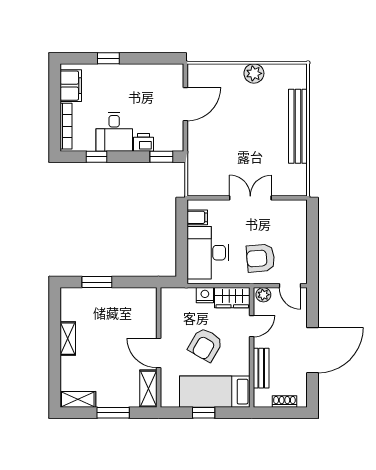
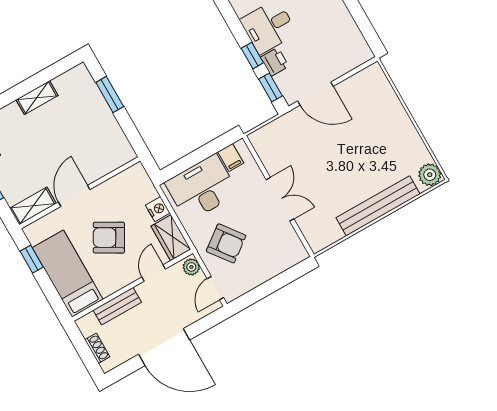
plant: (254, 73) -> (430, 175), moved
door: (185, 104) -> (315, 94), moved
window: (96, 157) -> (252, 56), moved
armchair: (261, 258) -> (226, 243), turned 148
door: (252, 326) -> (154, 273), swing flipped
window: (204, 413) -> (32, 259), moved

